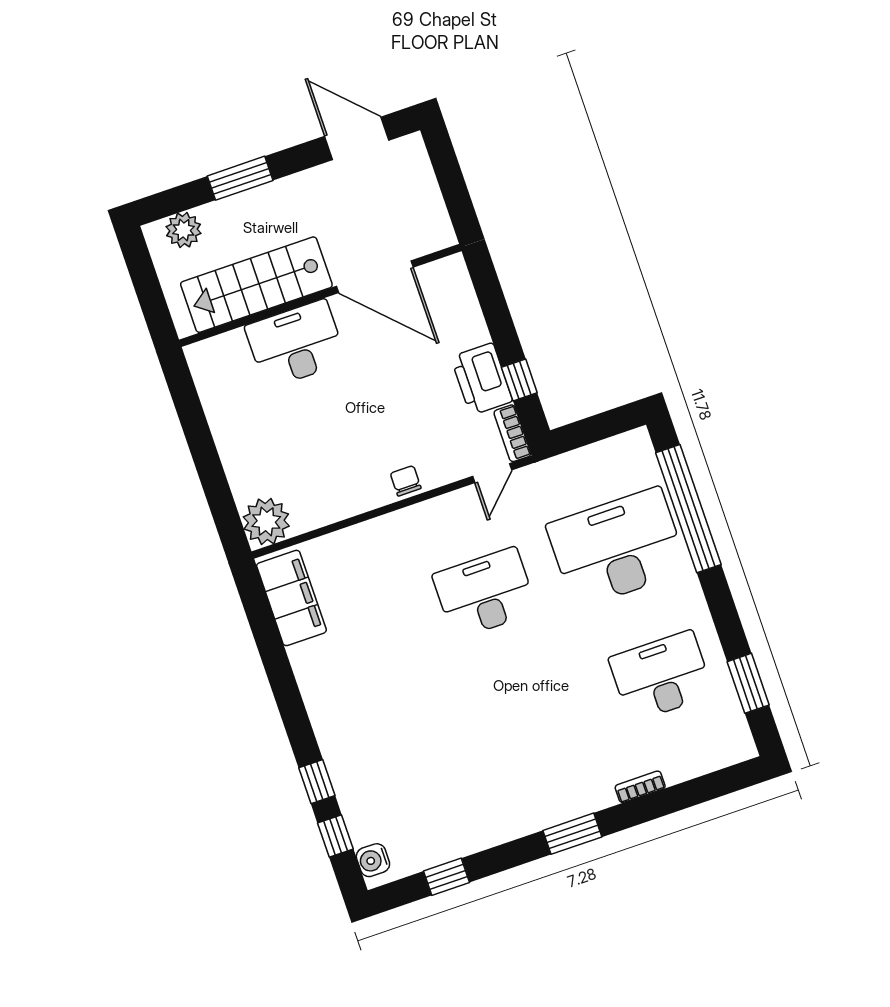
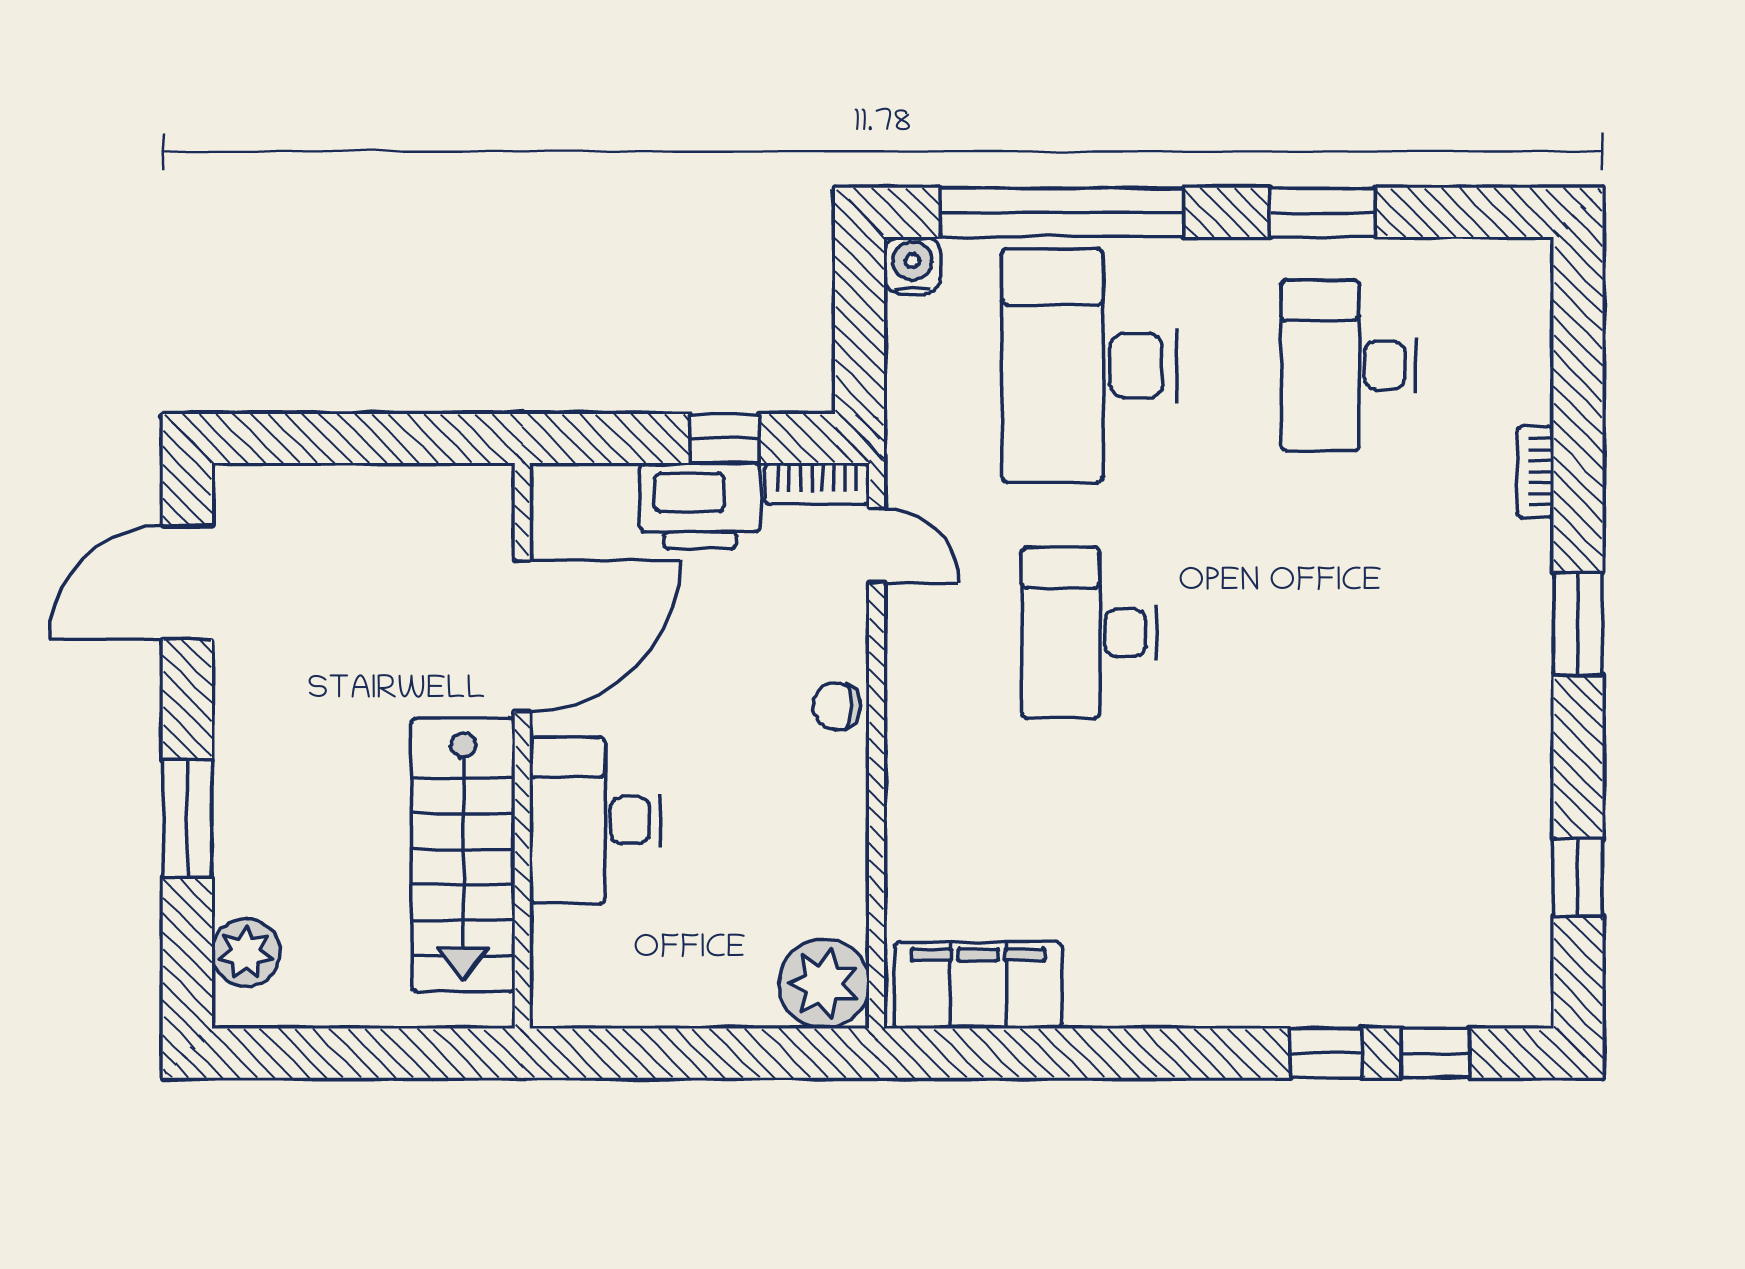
door: (375, 277) -> (522, 636), moved
stairs: (256, 285) -> (463, 855), moved
wall: (320, 295) -> (522, 746), moved
desk: (296, 344) -> (595, 820), moved
window: (748, 683) -> (1323, 212), moved
water cooler: (373, 860) -> (912, 265), moved, turned 180

